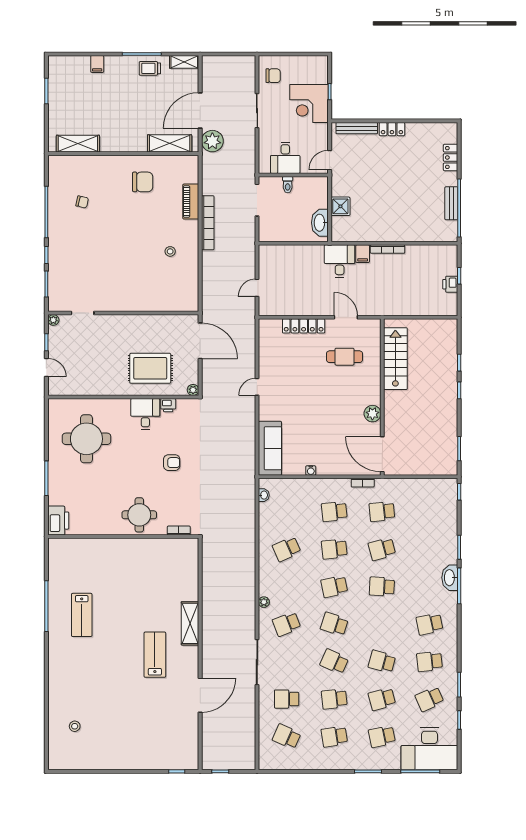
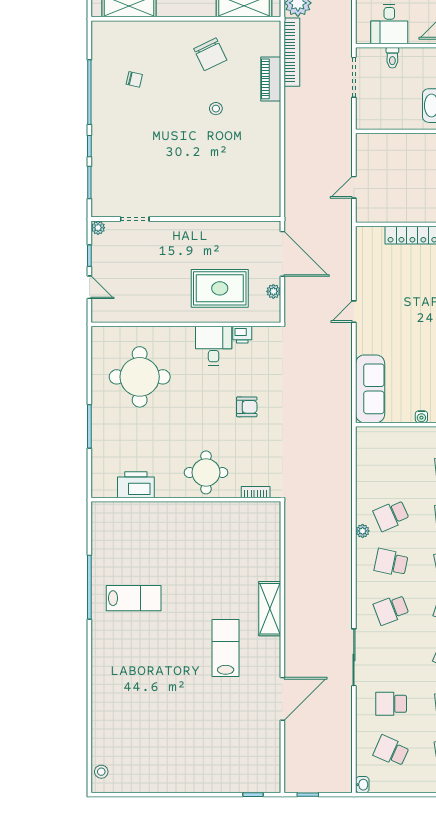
chair: (143, 182) -> (210, 54), turned 64
bookcase: (208, 223) -> (292, 52), moved
stool: (170, 251) -> (216, 109), moved
plant: (193, 390) -> (273, 291), moved
washbasin: (264, 495) -> (362, 785), moved
printer: (58, 521) -> (136, 485), moved, turned -90
school desk: (287, 587) -> (391, 563), added
plant: (264, 602) -> (363, 531), moved
lab bench: (82, 615) -> (134, 598), turned -90
stool: (75, 726) -> (101, 772), moved

